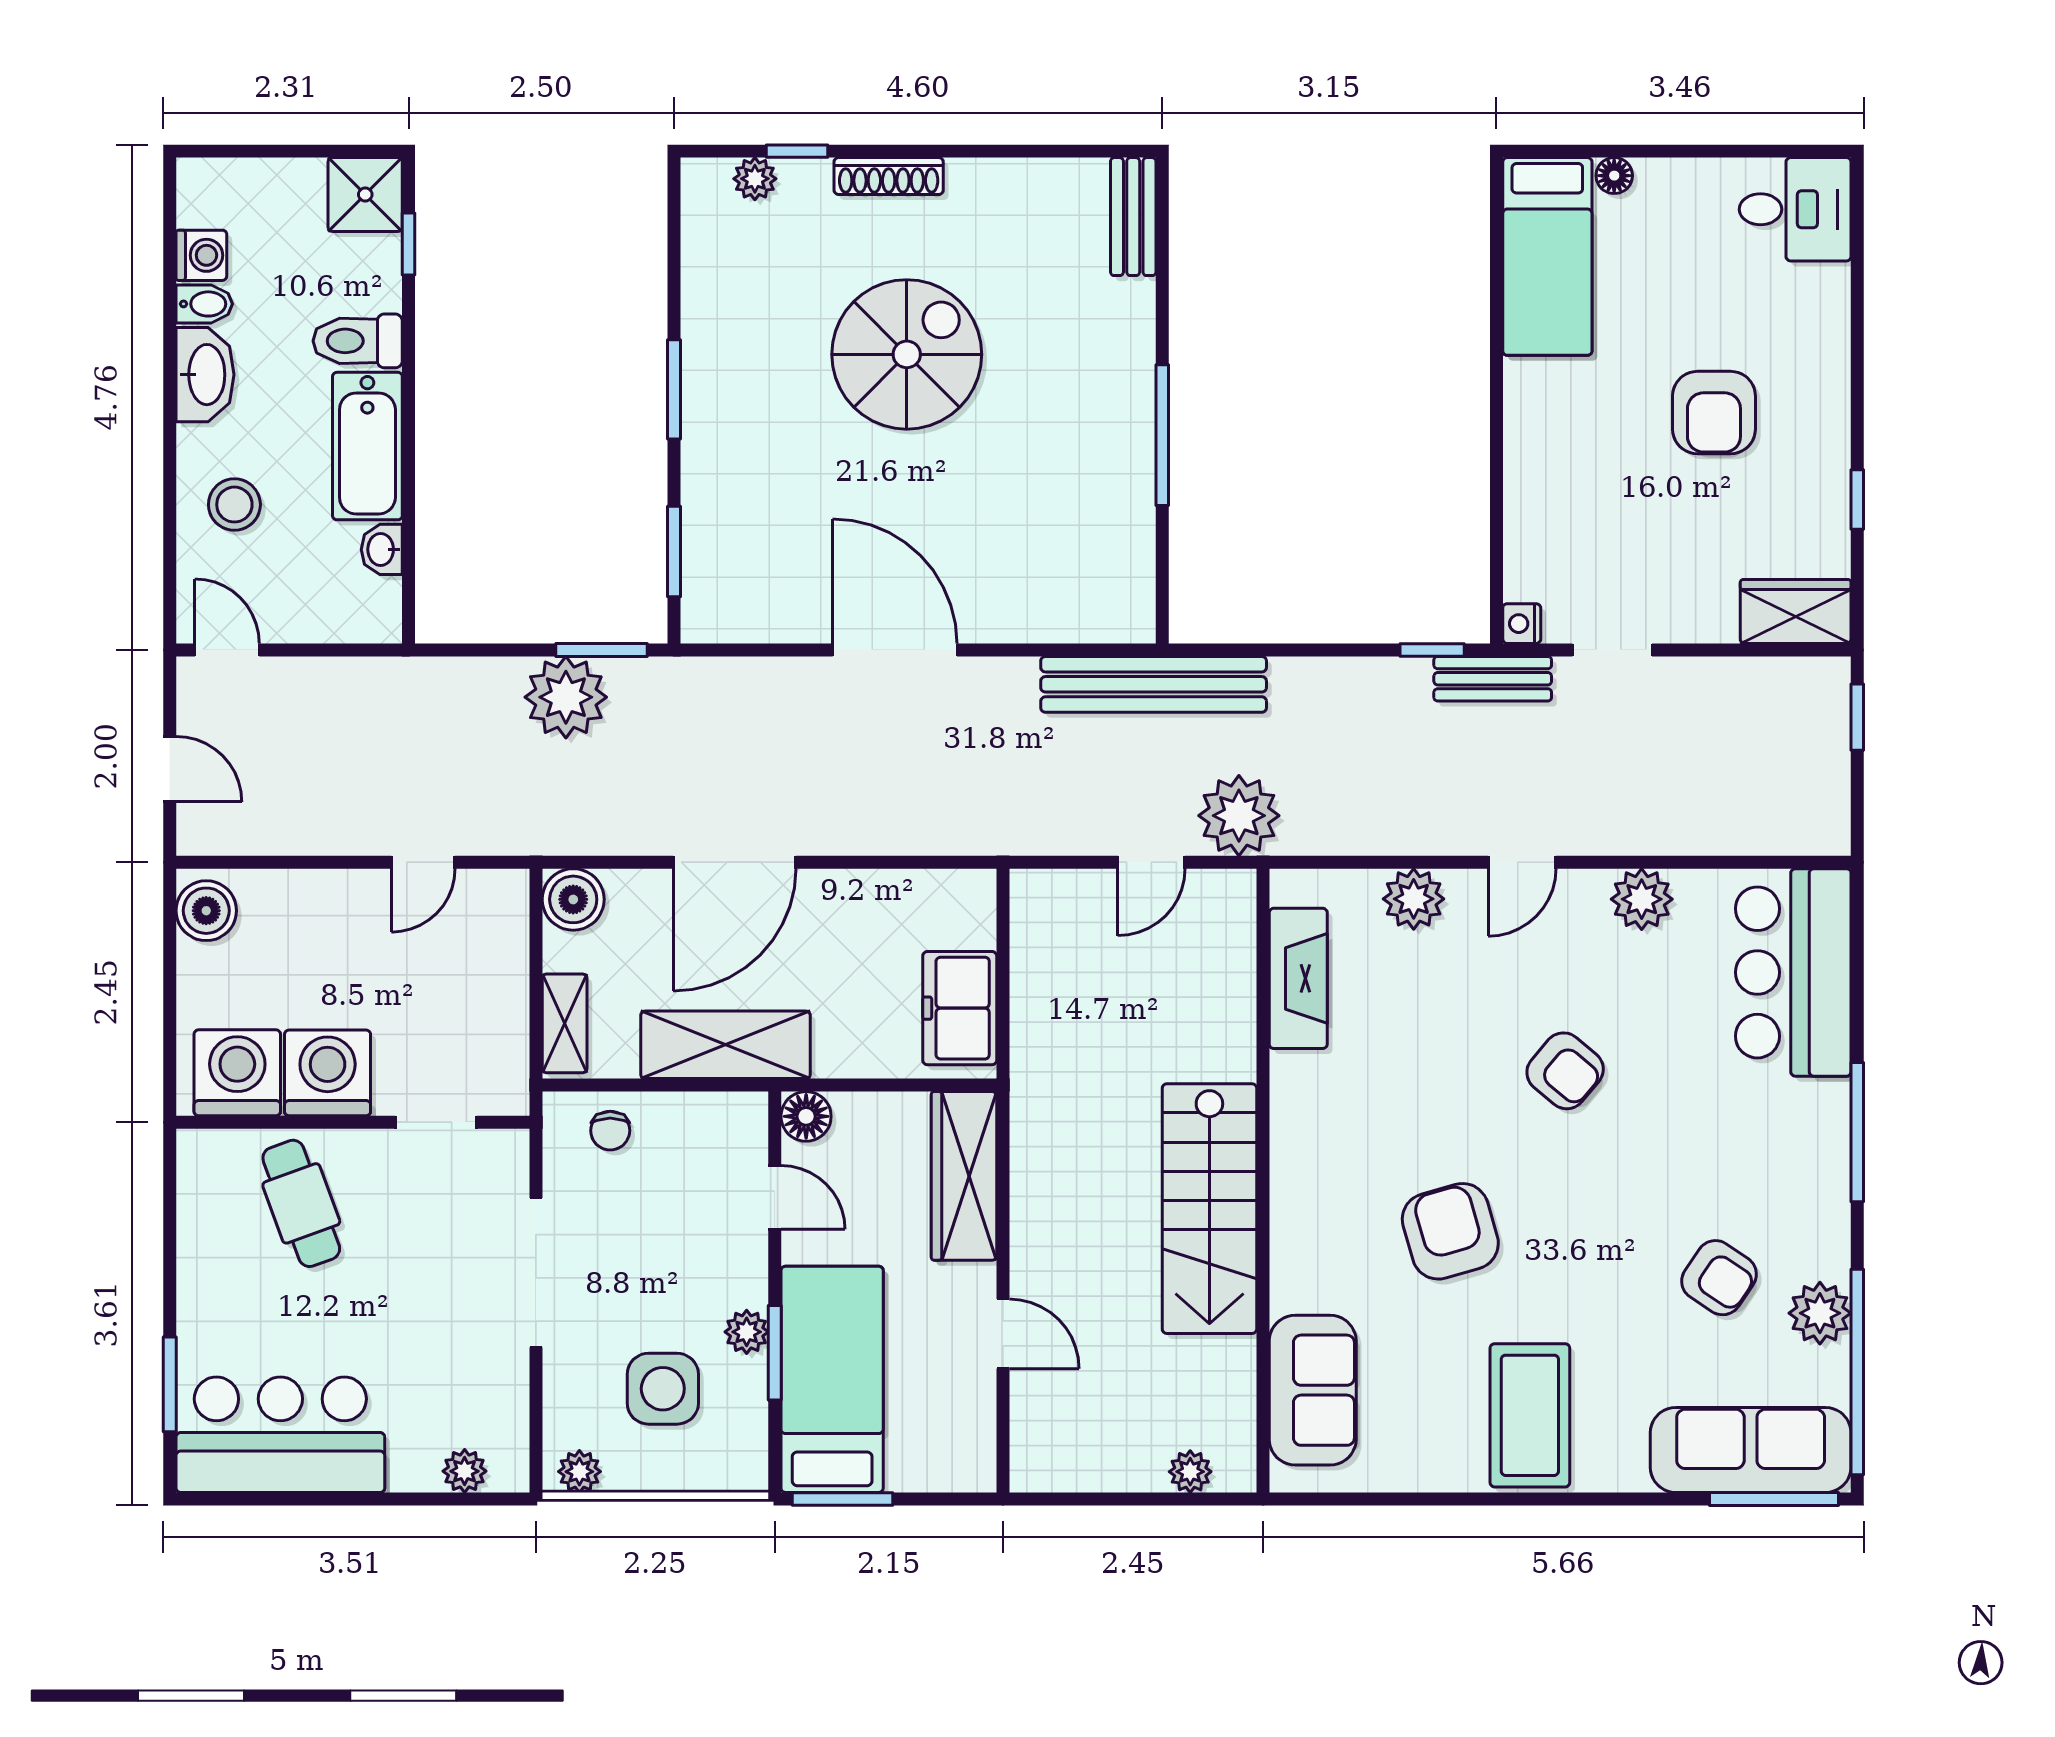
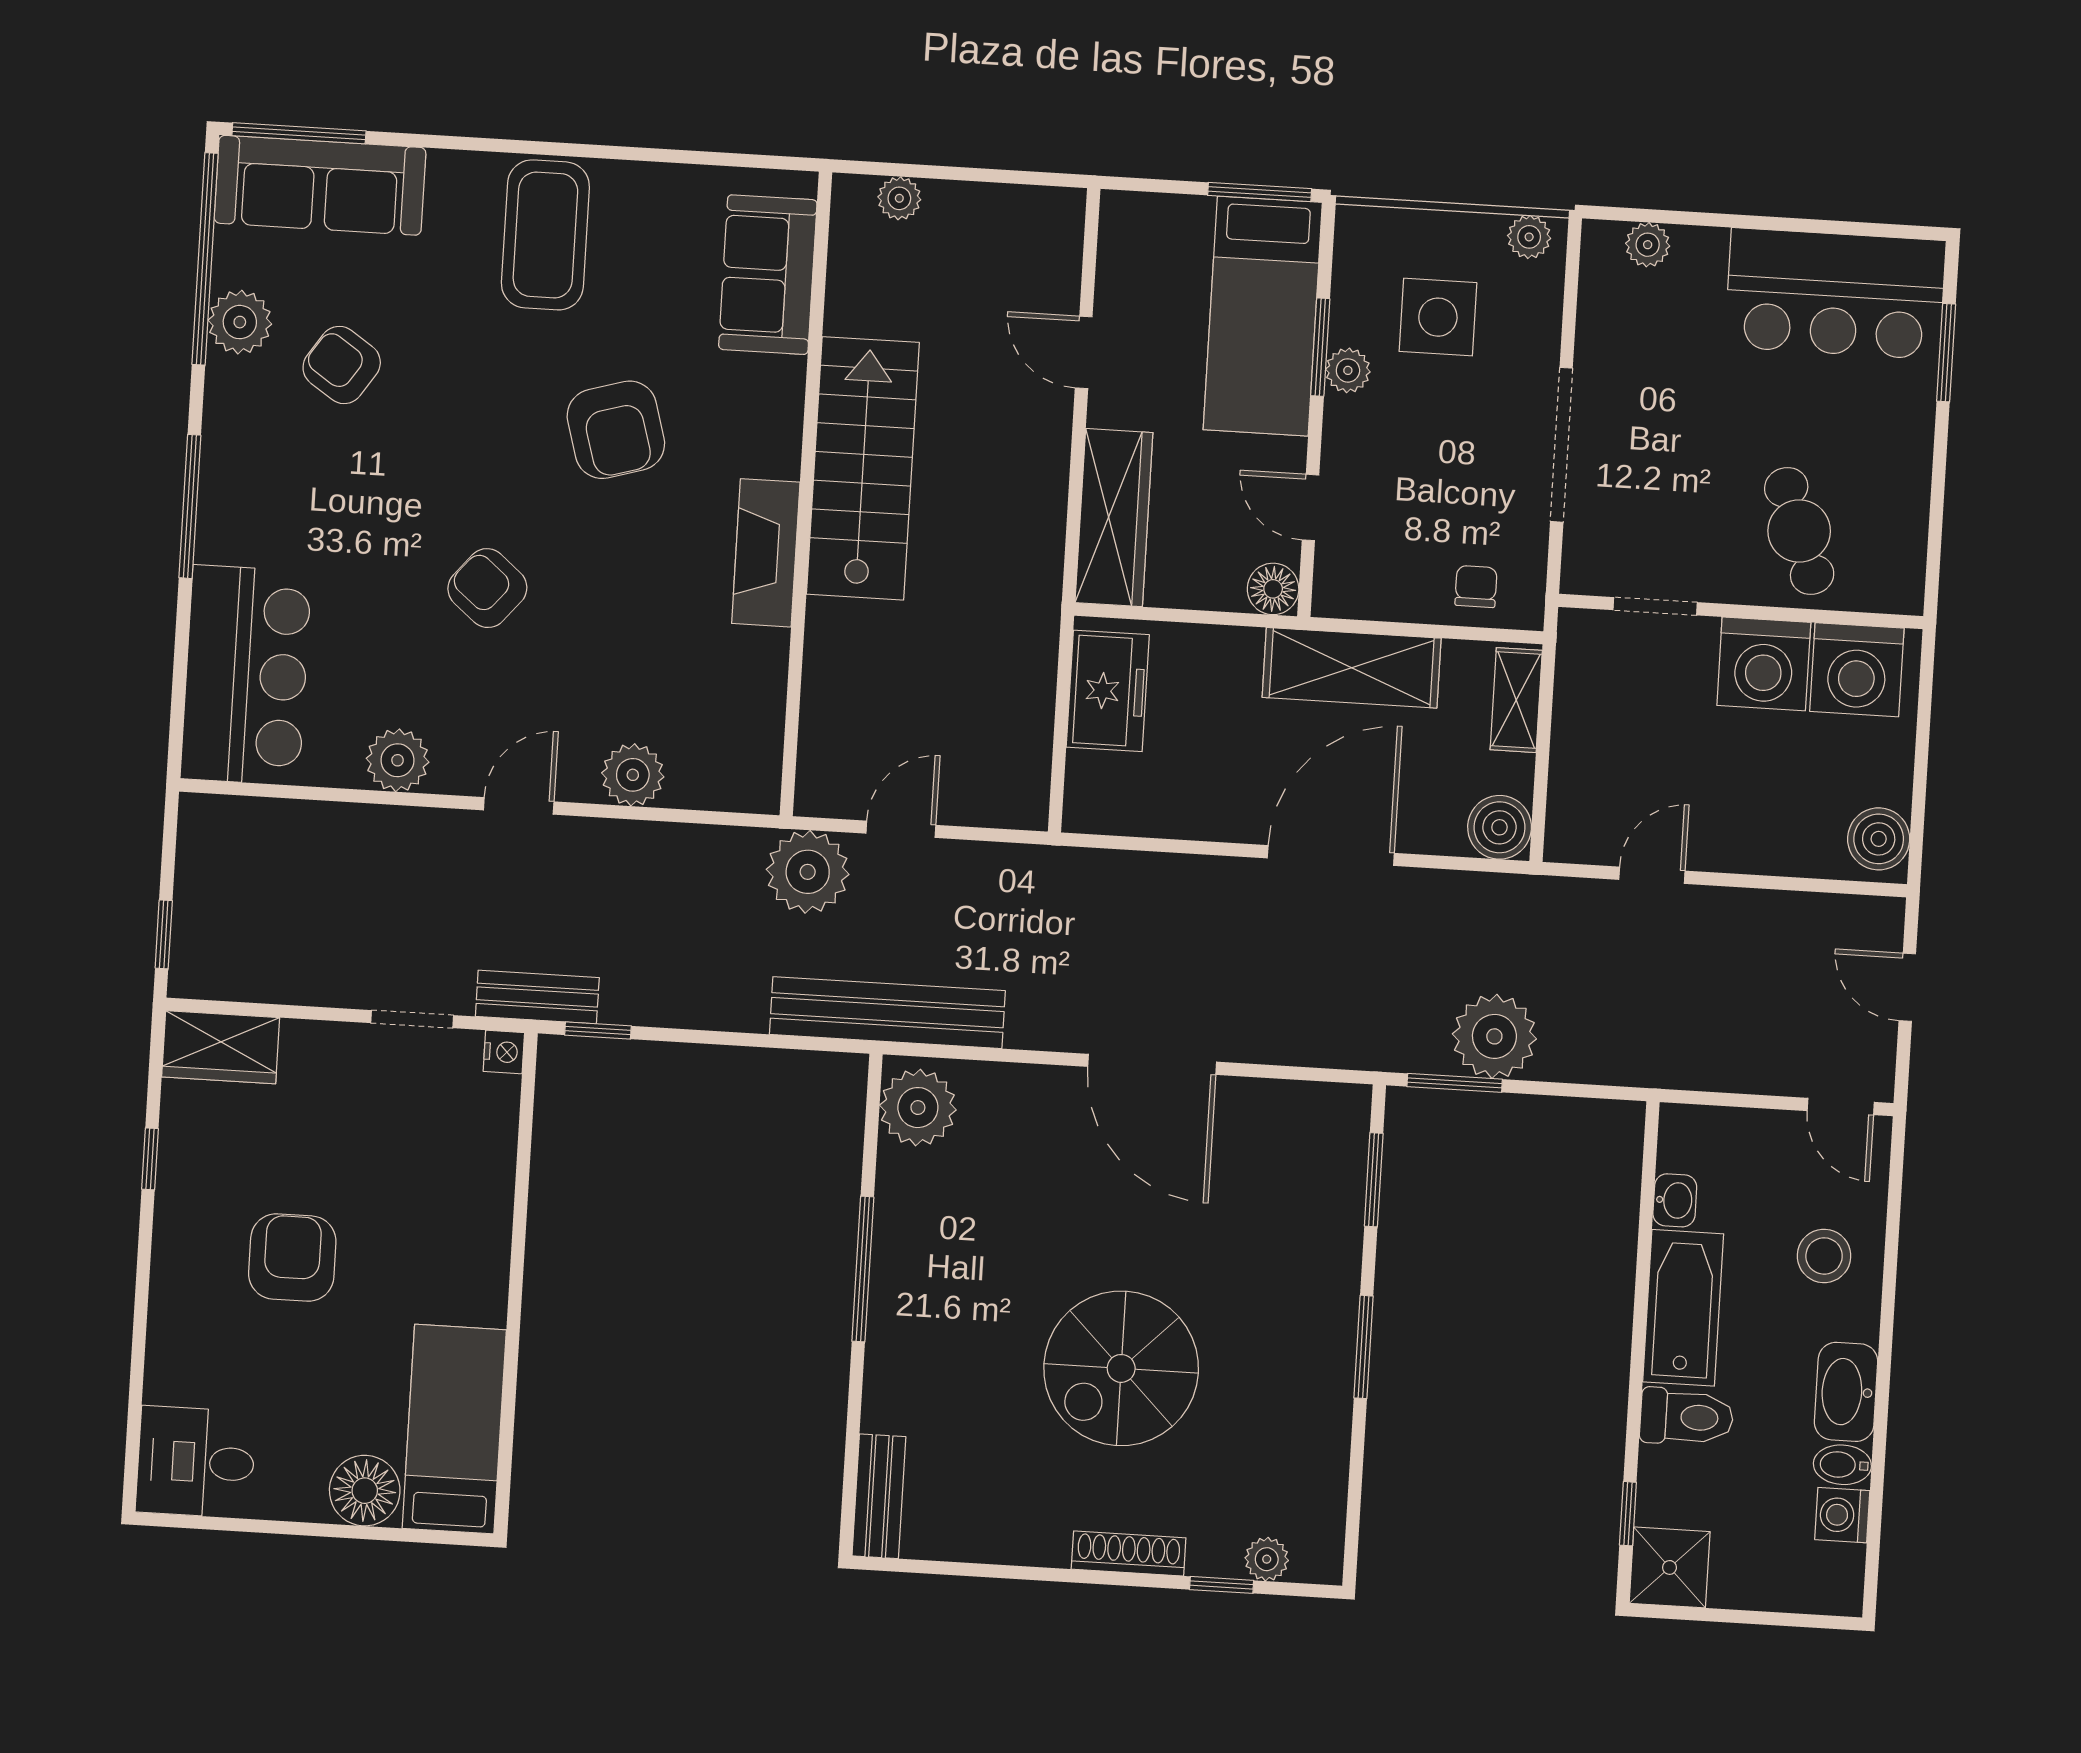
floor lamp: (1614, 176) -> (365, 1491), width x1.89, depth x1.89
plant: (1118, 594) -> (918, 1108), added
fireplace: (1298, 978) -> (766, 553), moved

